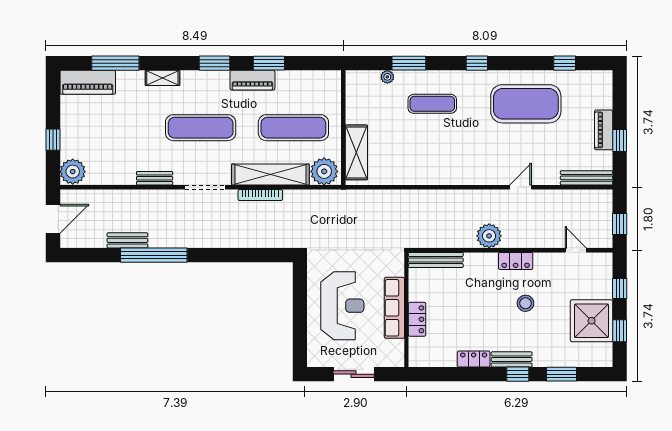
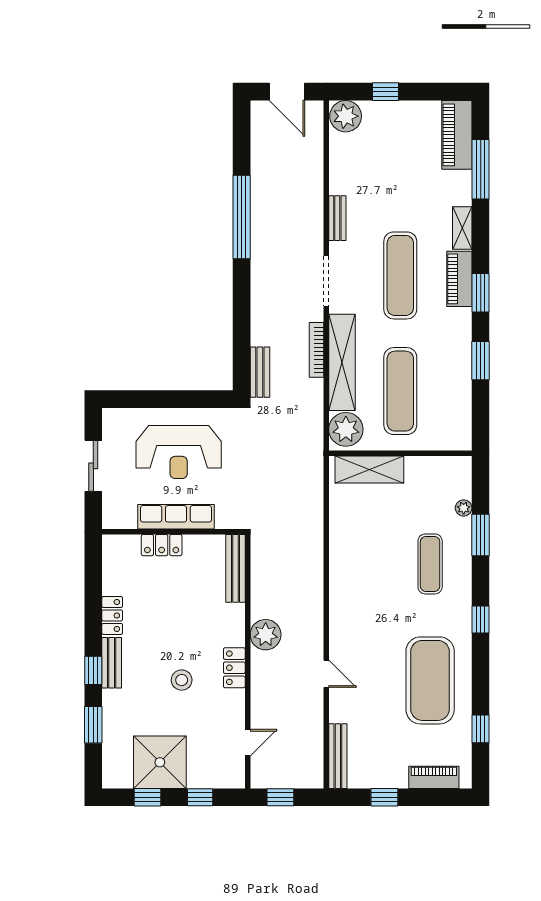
piano: (252, 80) -> (459, 279), moved
piano: (604, 130) -> (434, 777), moved
bench: (127, 240) -> (260, 372), moved

